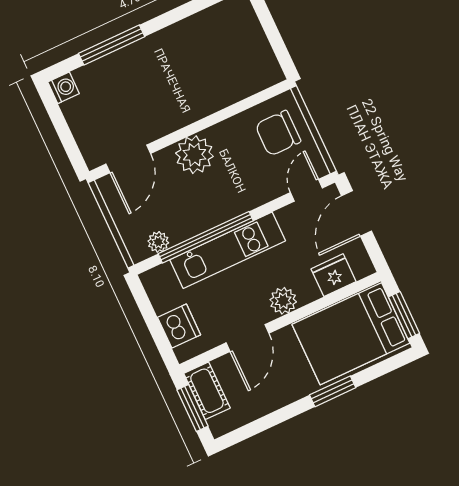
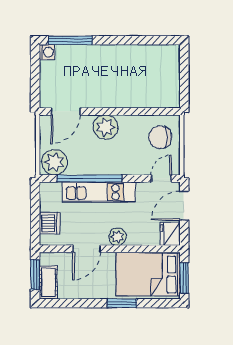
window: (112, 45) -> (70, 40), moved
plant: (158, 242) -> (54, 162), width x1.87, depth x1.87
fridge: (334, 275) -> (170, 234), moved, turned -90
cot: (207, 391) -> (48, 282), moved

